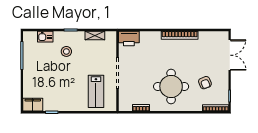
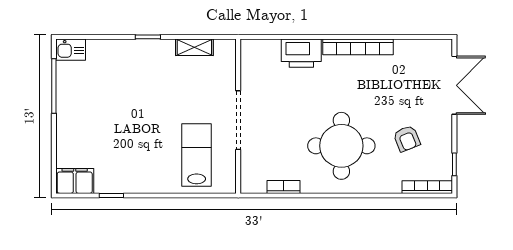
kitchen sink: (45, 37) -> (71, 50), moved
printer: (129, 38) -> (301, 53), moved
stool: (66, 51) -> (139, 78), removed
lab bench: (96, 91) -> (197, 155), turned 180

